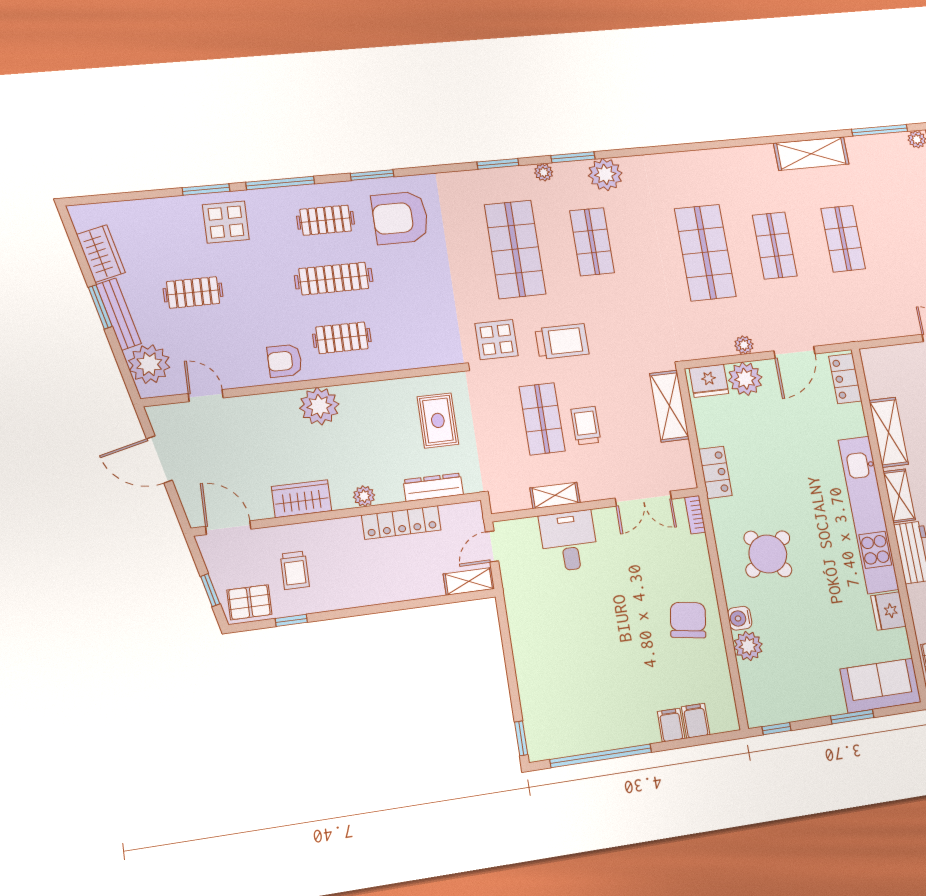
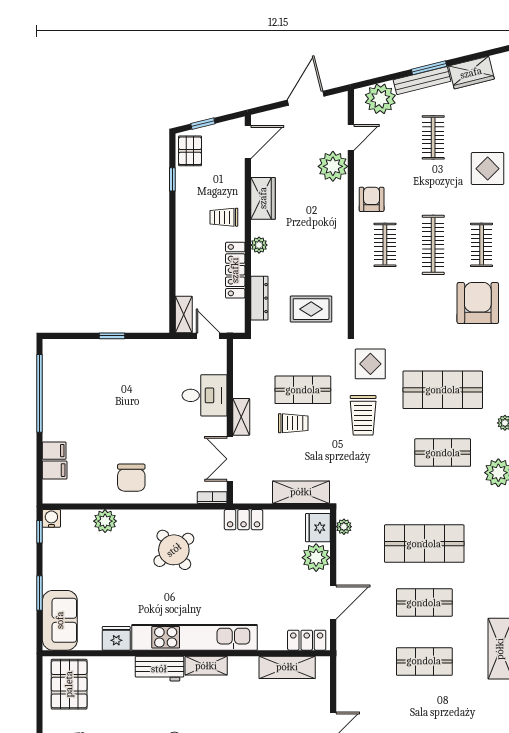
plant: (744, 345) -> (344, 527), moved
door: (794, 352) -> (333, 602), swing flipped
plant: (319, 406) -> (333, 166), moved
shelving: (889, 432) -> (287, 667), moved
shelving: (555, 495) -> (241, 417), moved
trolley: (295, 570) -> (224, 217), moved
water cooler: (740, 618) -> (51, 518), moved
chair: (688, 620) -> (131, 478), turned 81
window: (521, 738) -> (112, 336), moved

